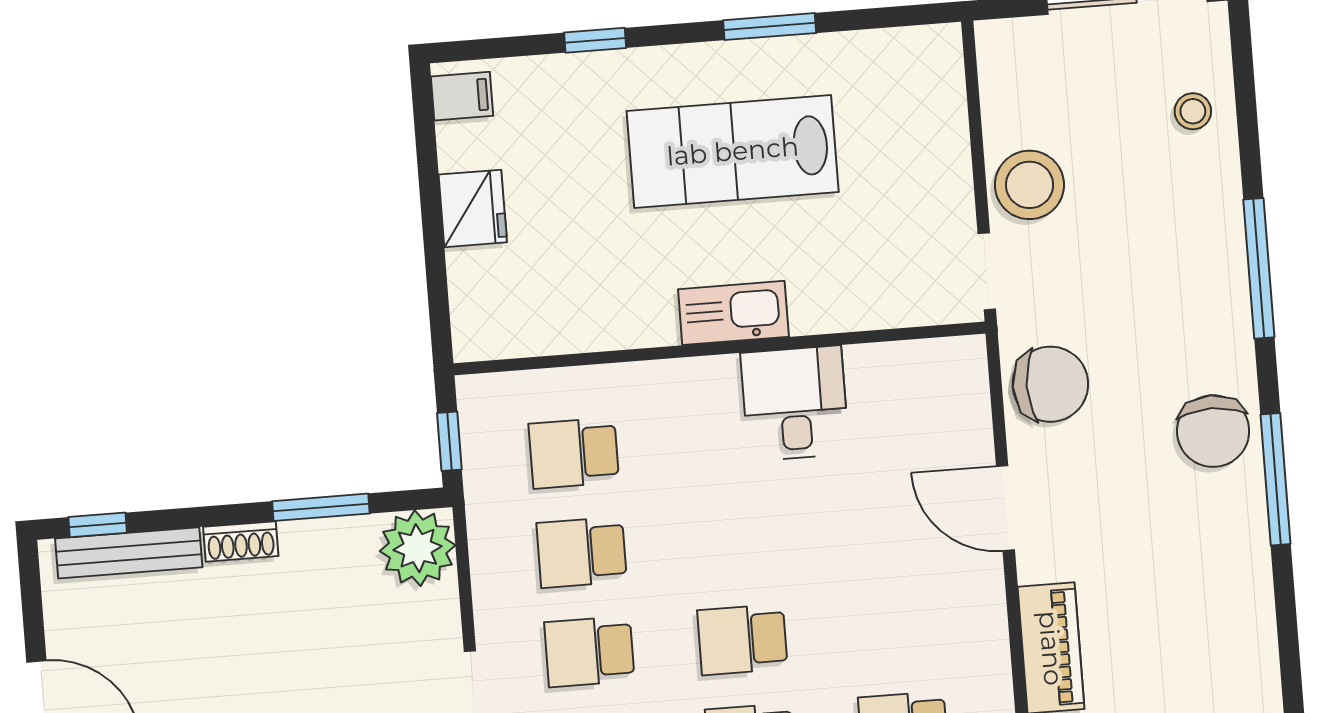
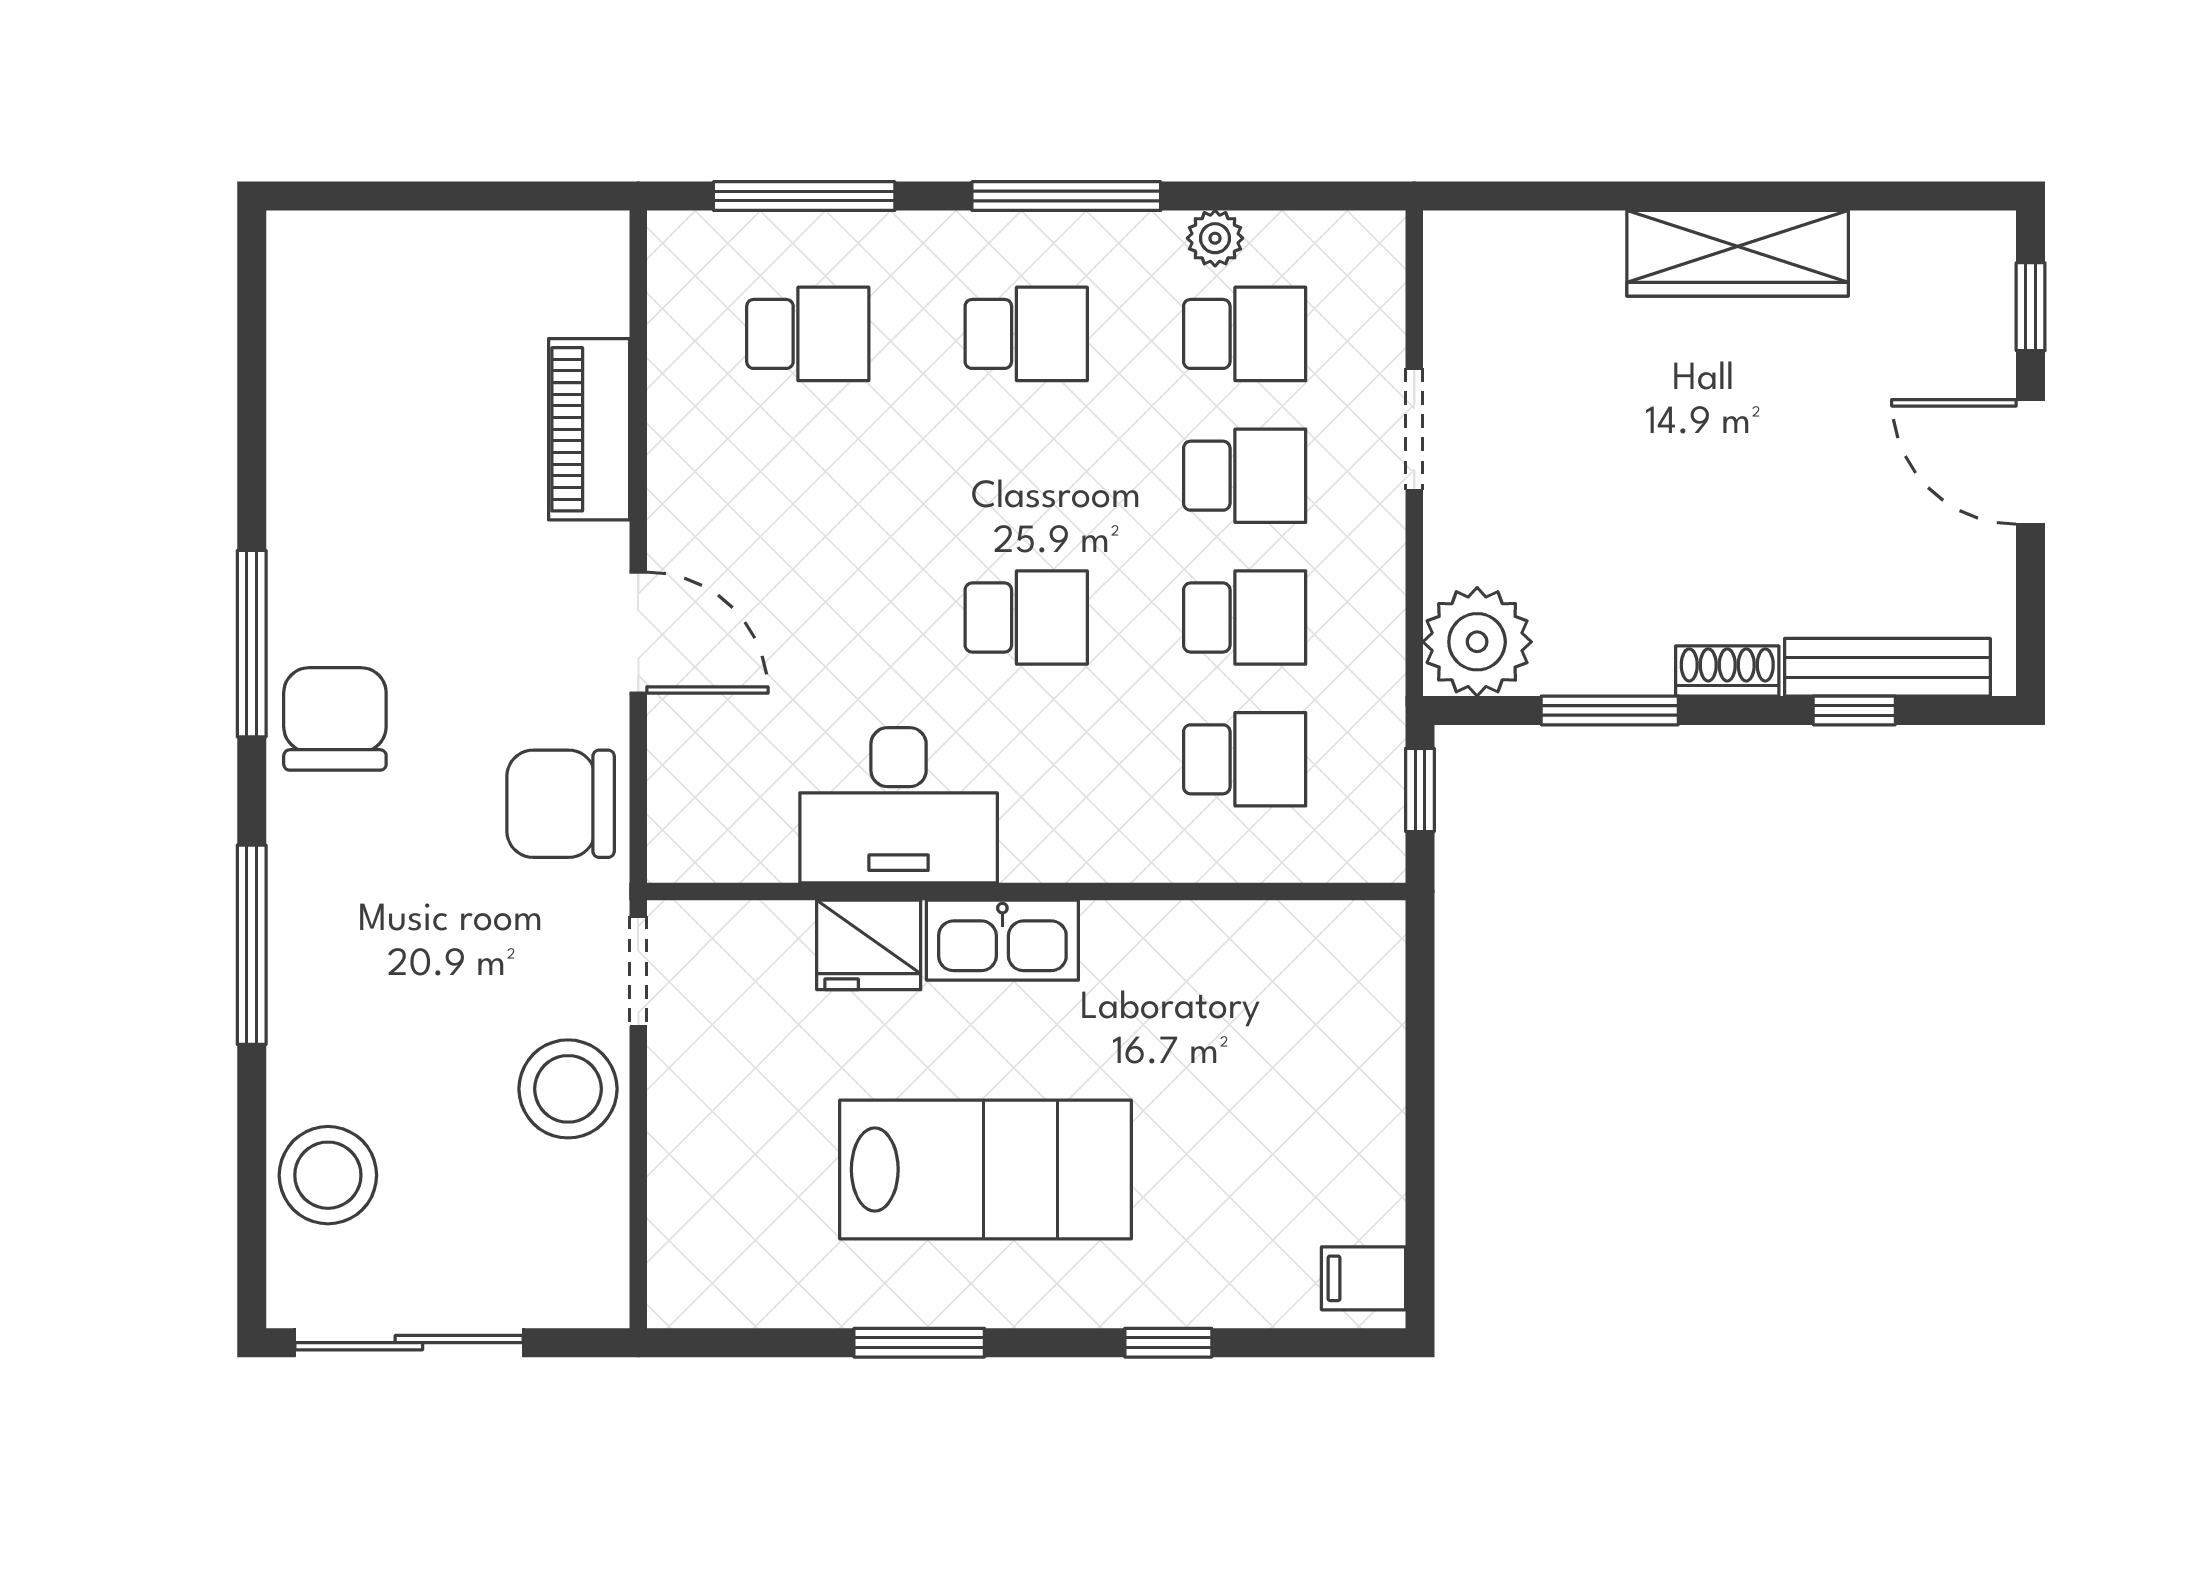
stool: (1193, 111) -> (328, 1175), width x1.89, depth x1.89
fridge: (473, 208) -> (869, 945), moved, turned -90
desk: (795, 403) -> (899, 805), width x1.37
window: (98, 525) -> (1854, 710), moved
school desk: (742, 640) -> (1026, 618), moved

